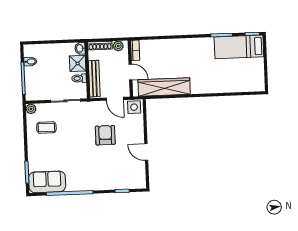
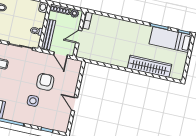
shower: (78, 63) -> (38, 19), removed
door: (130, 72) -> (79, 37), swing flipped
wardrobe: (164, 87) -> (149, 66), moved
side table: (134, 107) -> (33, 101), moved

